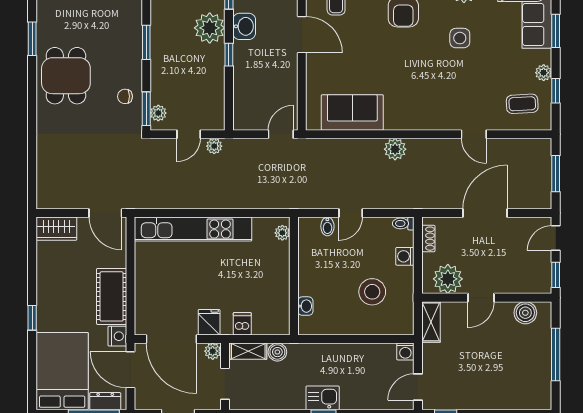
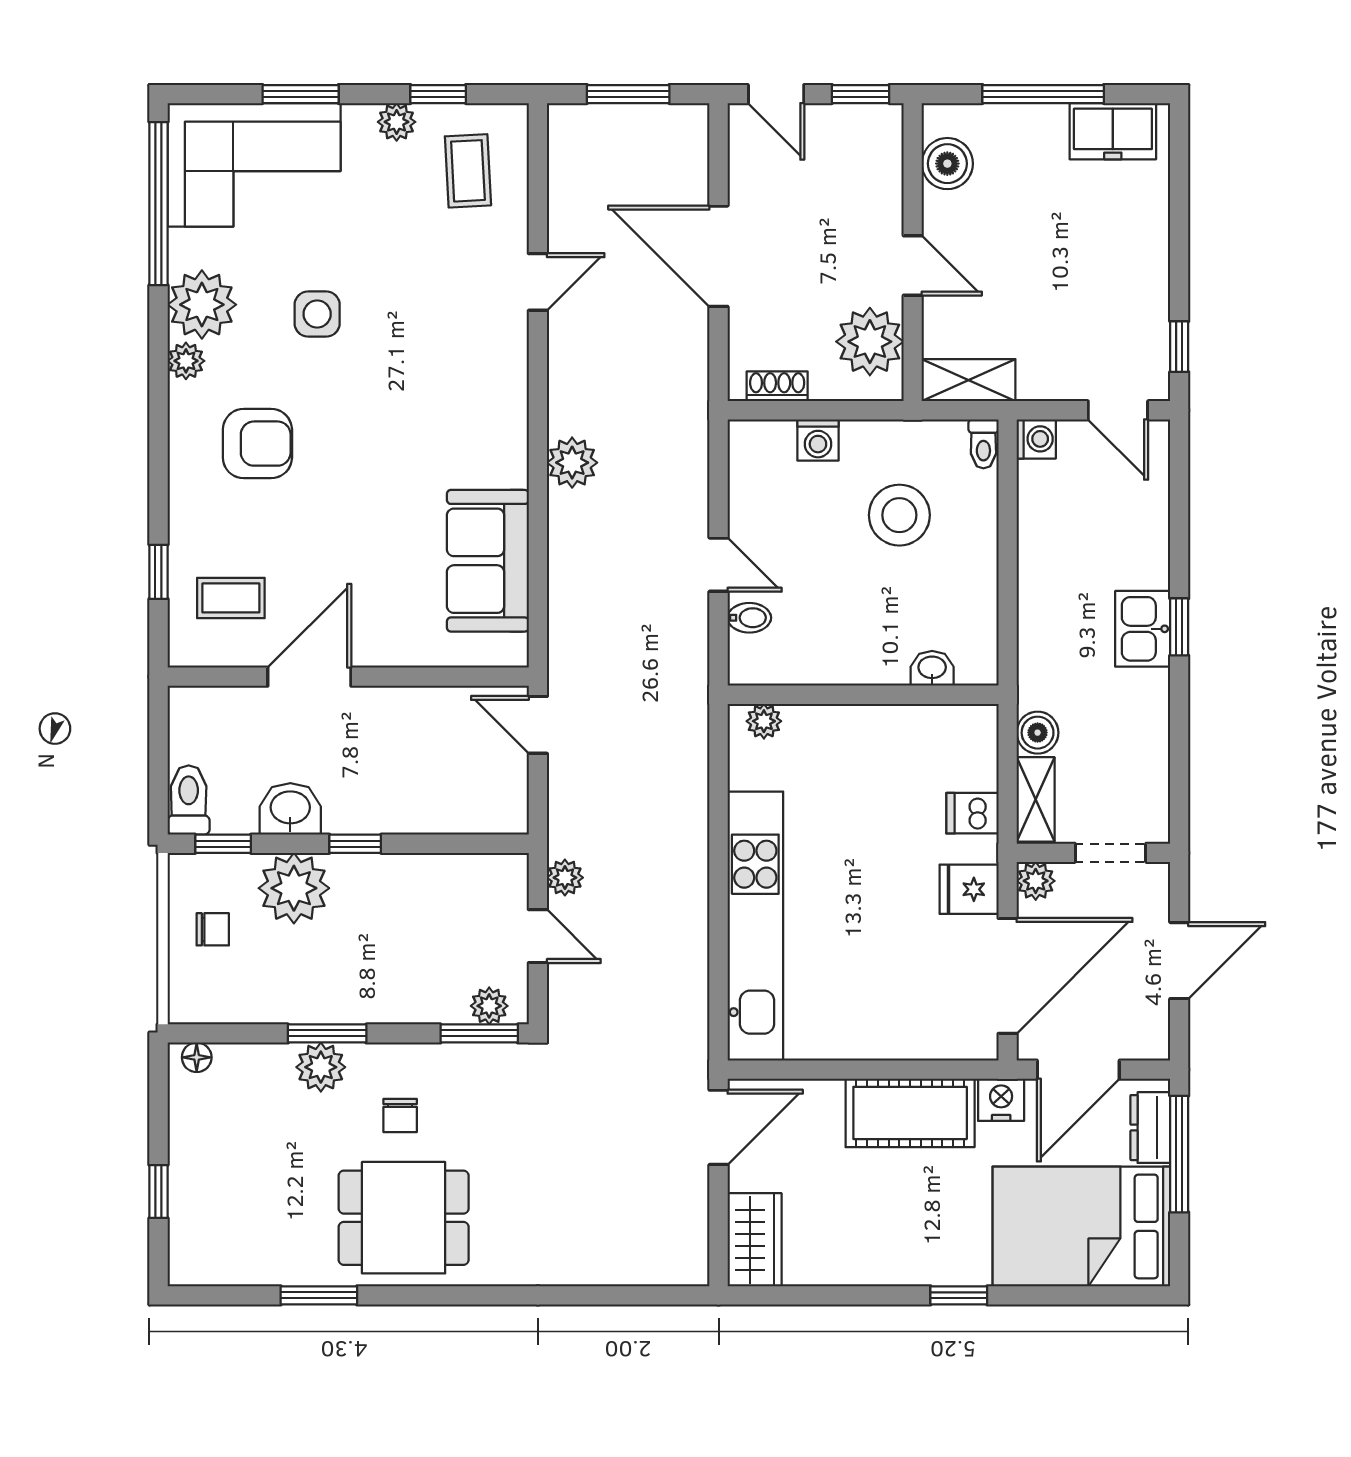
plant: (132, 40) -> (321, 1067), added
chair: (125, 96) -> (400, 1116), moved
toilet: (403, 223) -> (983, 444), moved
freezer: (539, 385) -> (1113, 131), added

